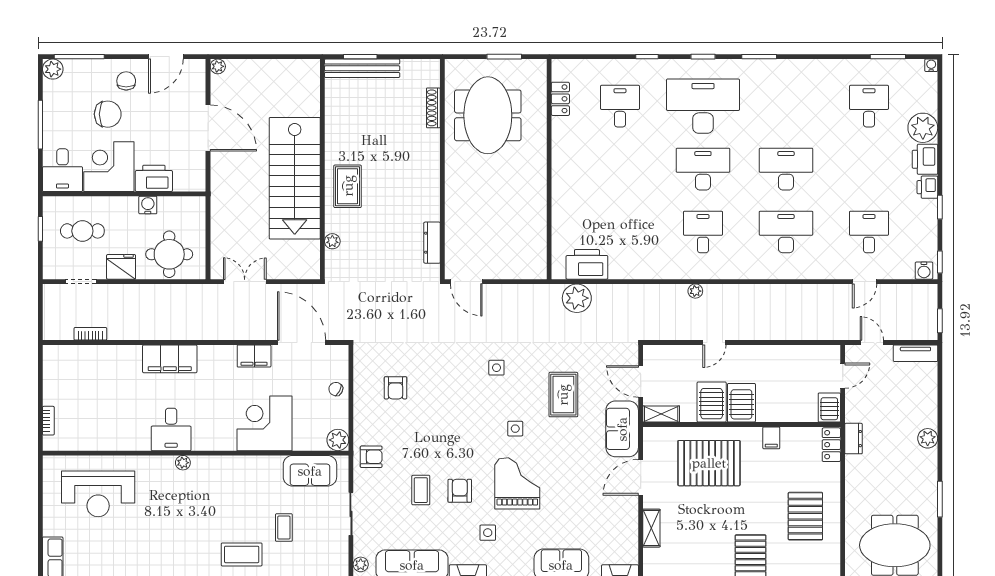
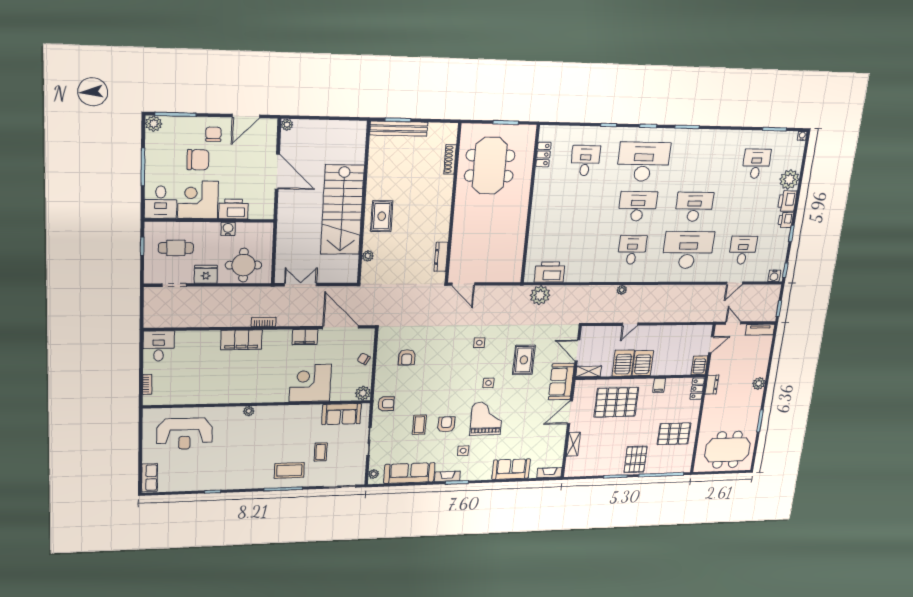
desk: (786, 232) -> (688, 250), width x1.36, depth x1.30
bookcase: (90, 334) -> (264, 322), moved
desk: (171, 429) -> (159, 346), moved, turned 180
pallet: (805, 516) -> (674, 434), turned 90

